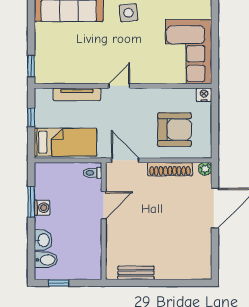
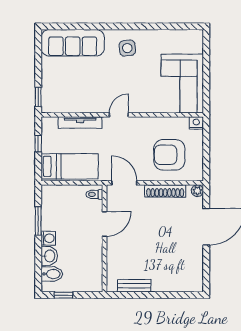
armchair: (174, 130) -> (169, 155), turned 180
washing machine: (42, 208) -> (48, 238), moved

